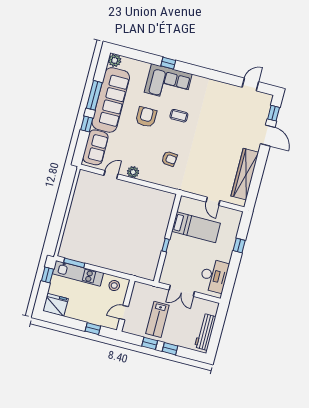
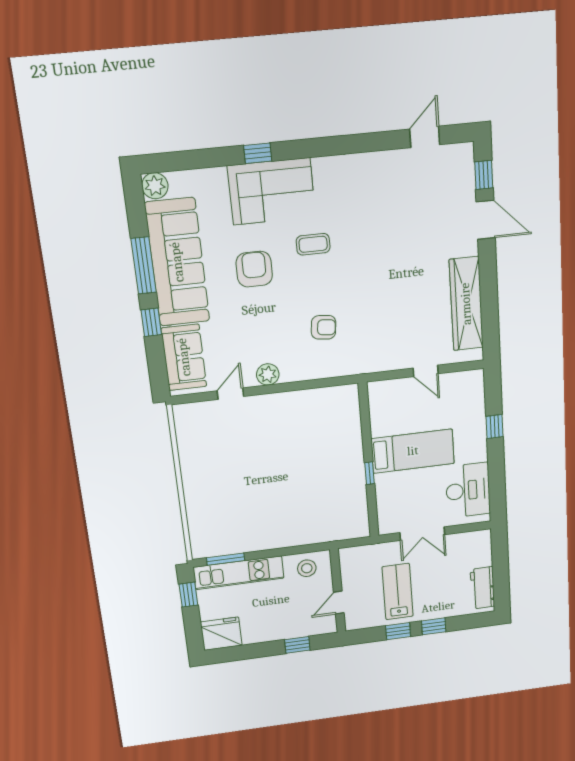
bed: (196, 227) -> (413, 451), moved
lab bench: (157, 319) -> (398, 592), turned 180
workbench: (205, 332) -> (483, 588), width x0.73

